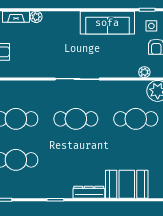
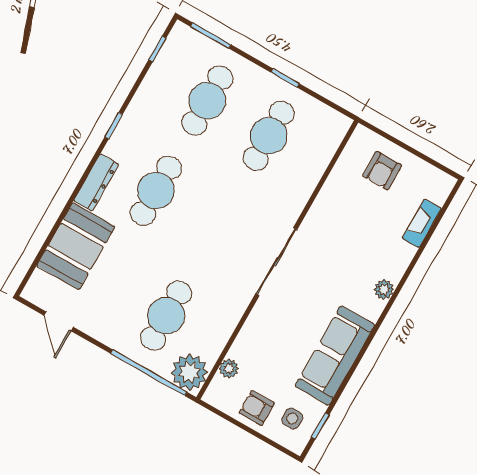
plant: (36, 17) -> (384, 289), moved
cafe table: (76, 119) -> (156, 191), moved

